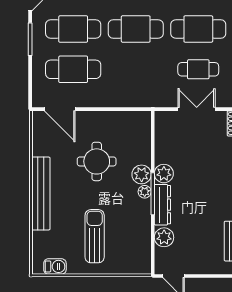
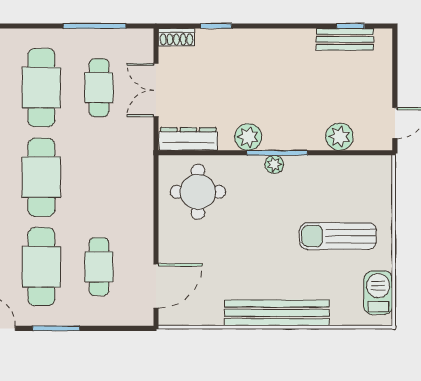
cafe table: (73, 69) -> (99, 267), width x0.73, depth x0.74
round table: (97, 161) -> (198, 192), moved
plant: (142, 174) -> (250, 169), removed
dresser: (162, 205) -> (188, 139), moved
barbecue: (55, 266) -> (378, 293), width x1.38, depth x1.27

